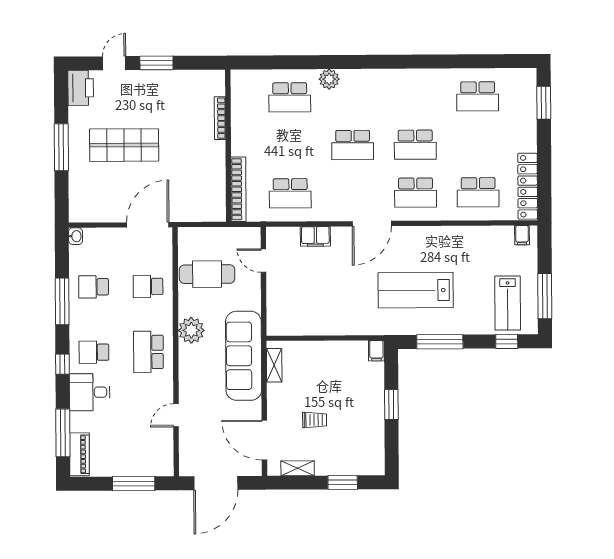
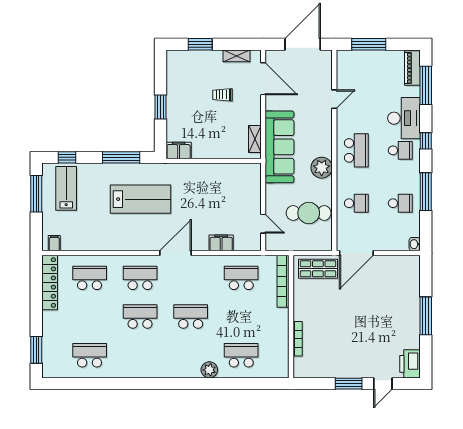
shop shelf: (124, 145) -> (318, 269), moved, width x0.70, depth x0.74
filing cabinet: (376, 351) -> (179, 150), width x2.00
desk: (90, 392) -> (404, 118), width x1.37

